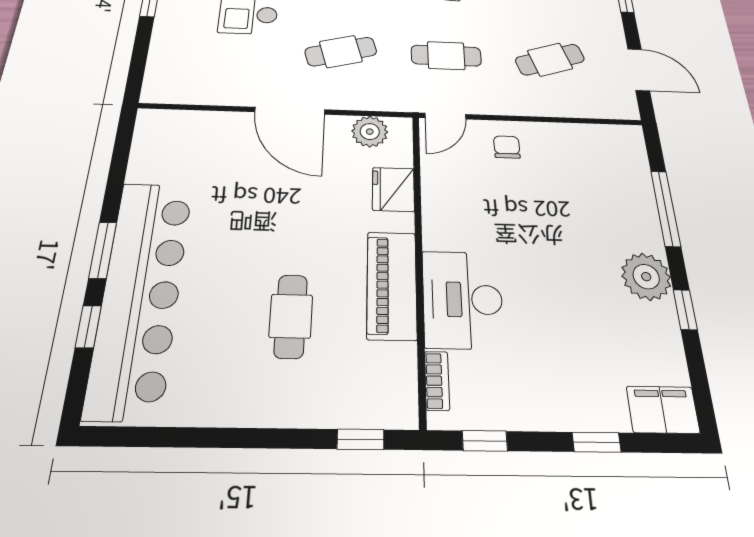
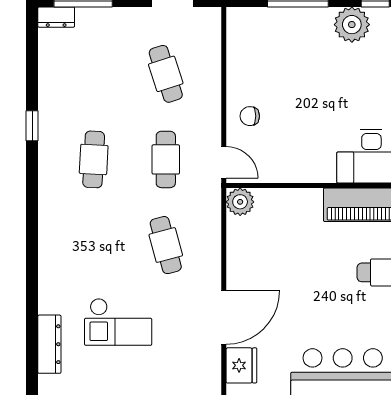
door: (290, 111) -> (224, 317), moved
plant: (370, 132) -> (240, 202), moved
fridge: (393, 189) -> (241, 365), moved, turned -90

